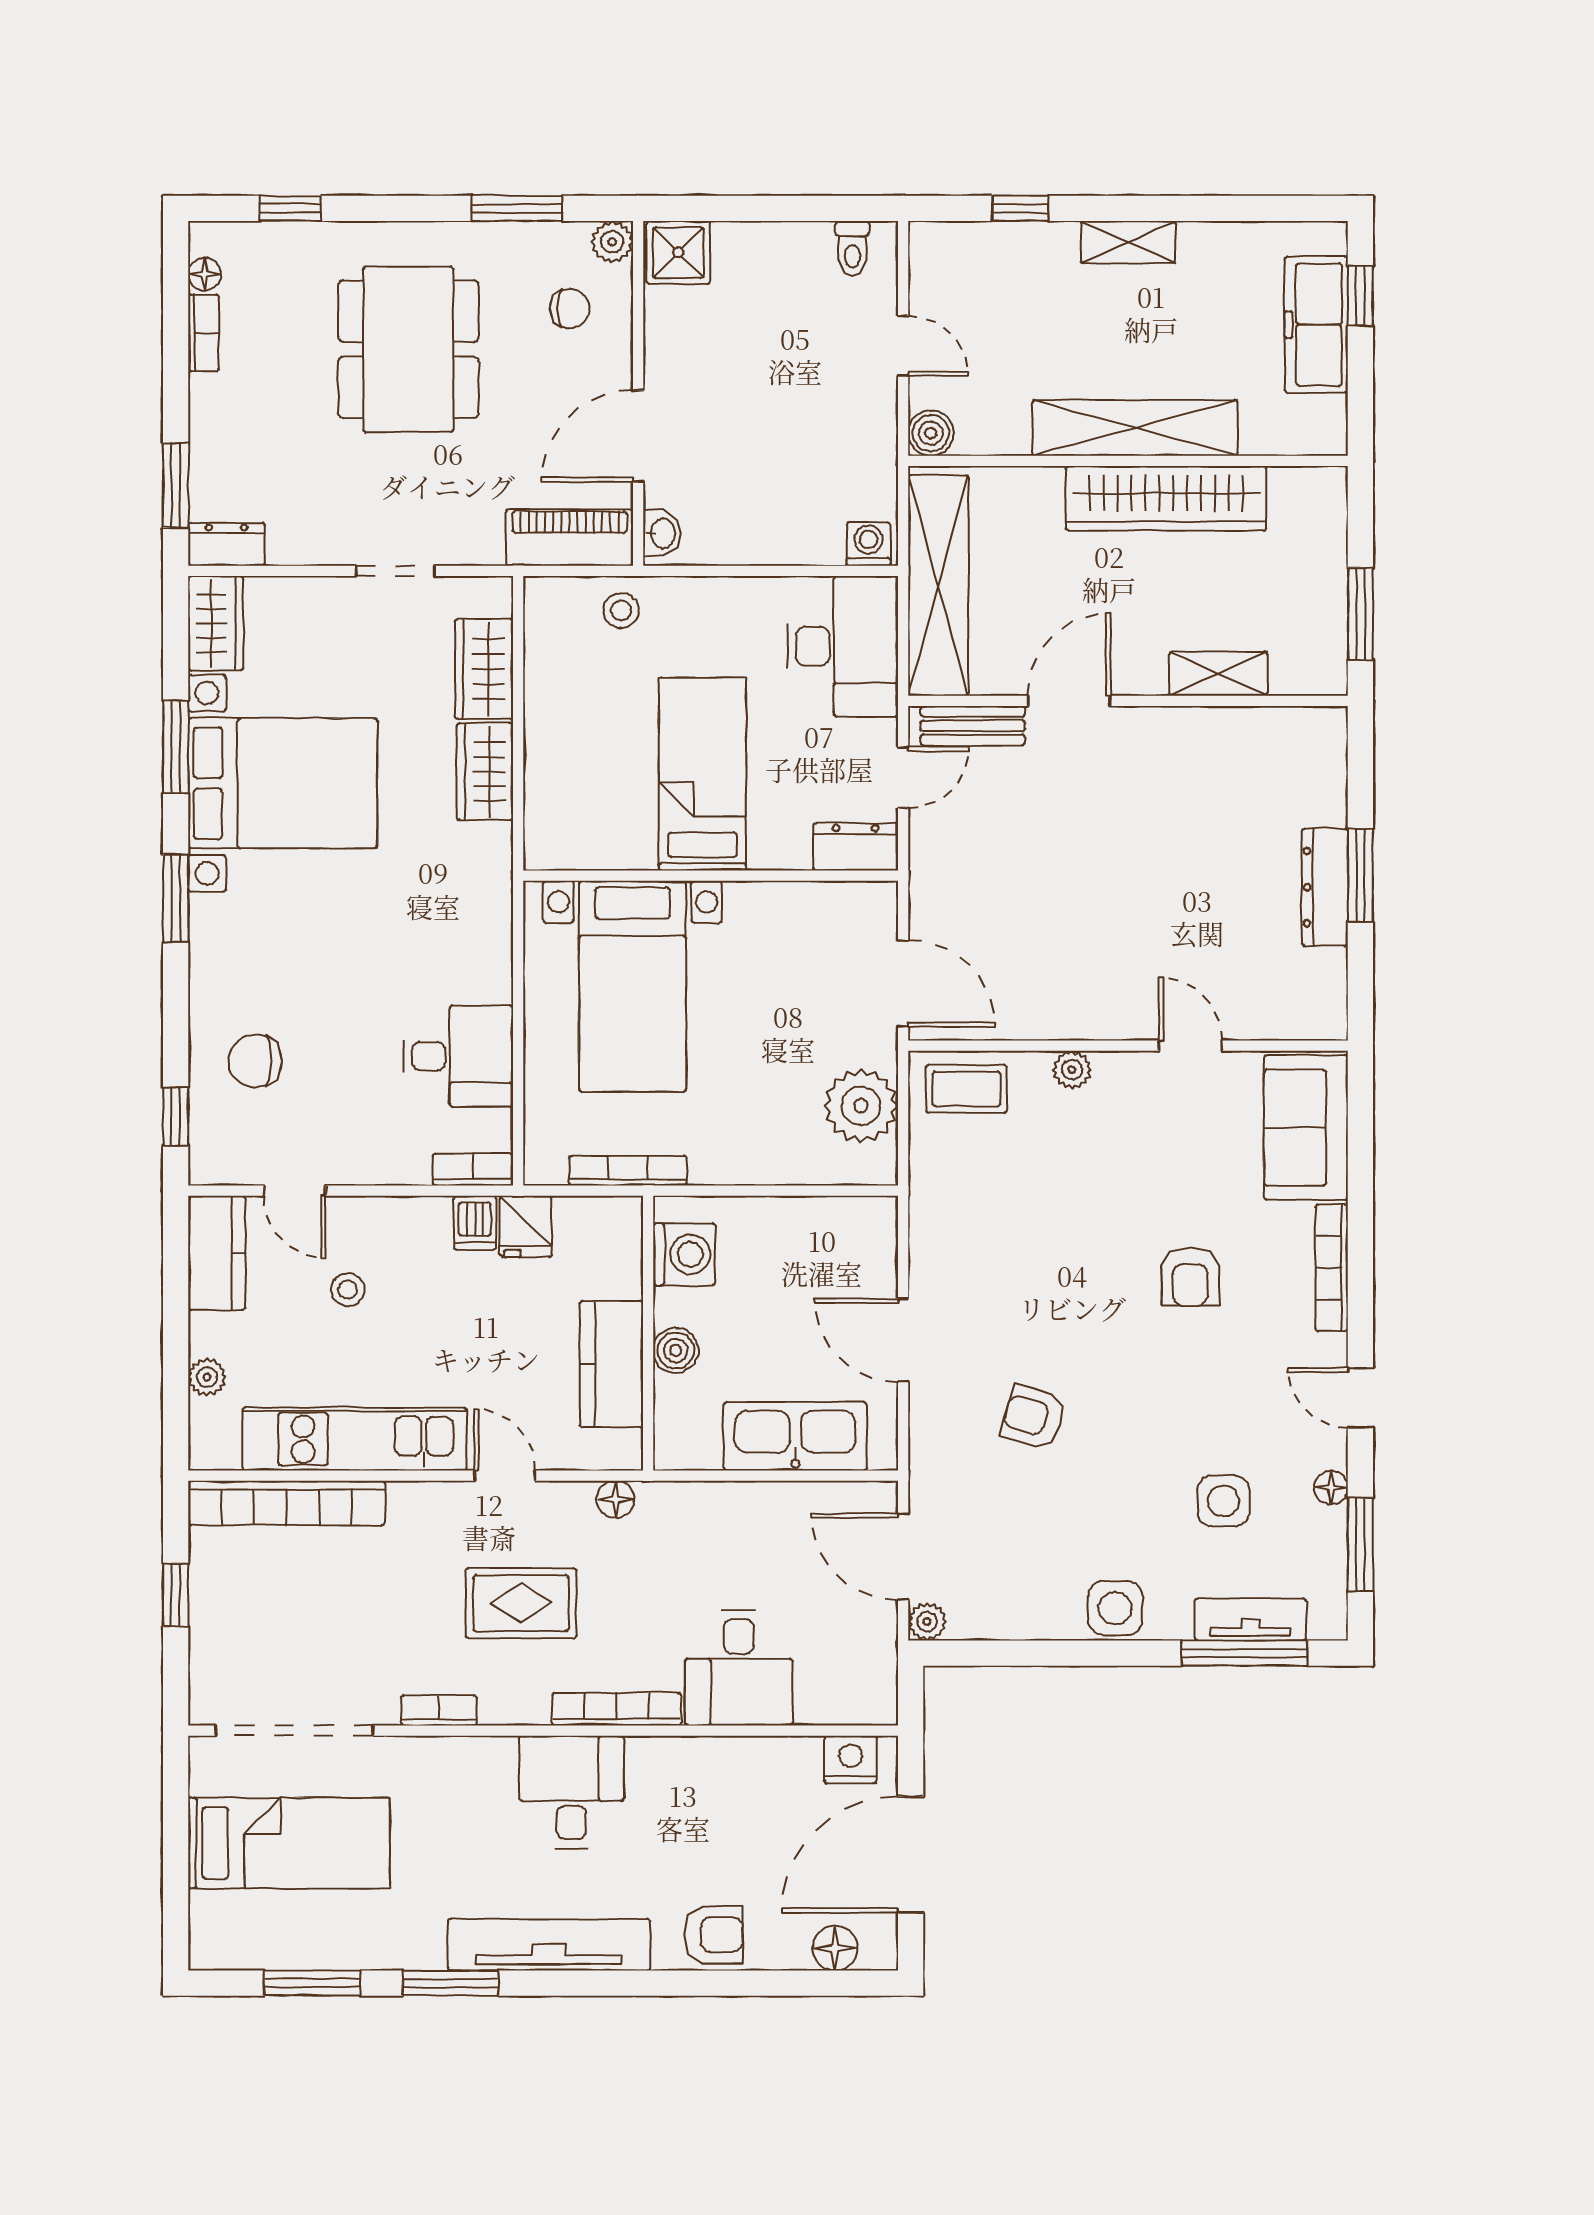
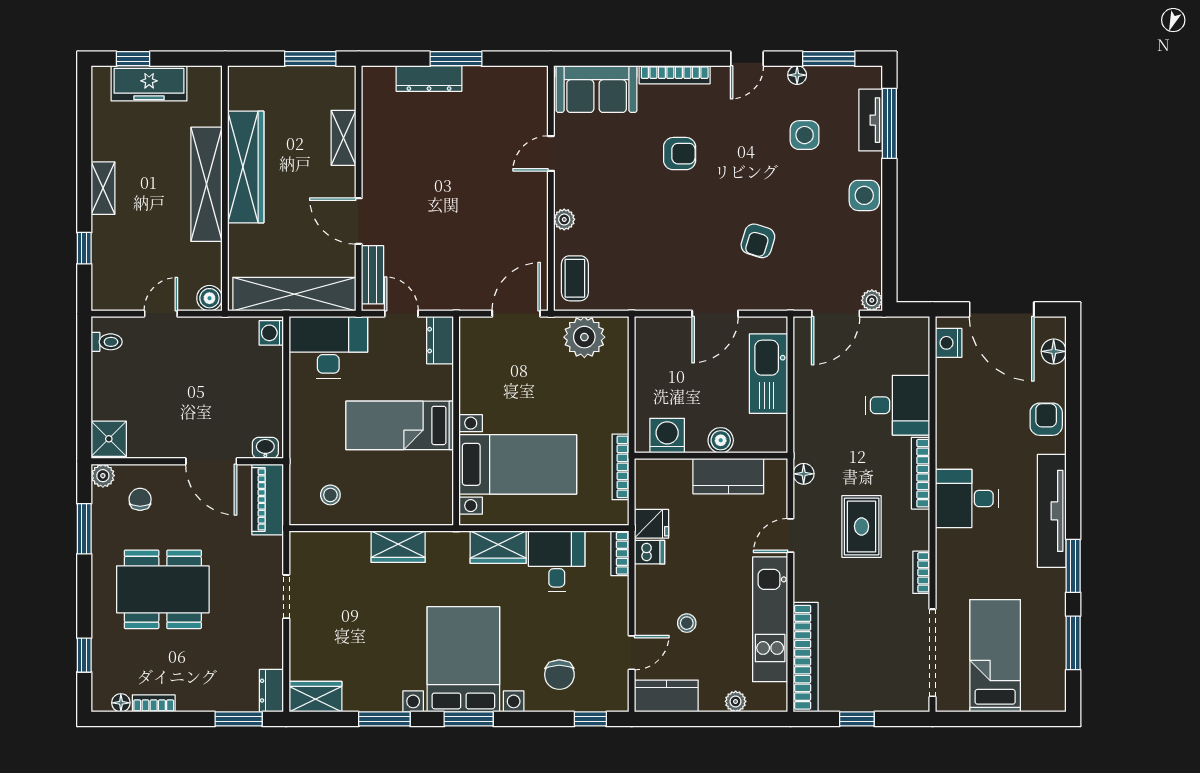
stool: (621, 610) -> (330, 495), moved
wardrobe: (484, 669) -> (498, 547), moved
bed with nightstands: (283, 783) -> (463, 659), moved
dresser: (1325, 887) -> (429, 79), moved

